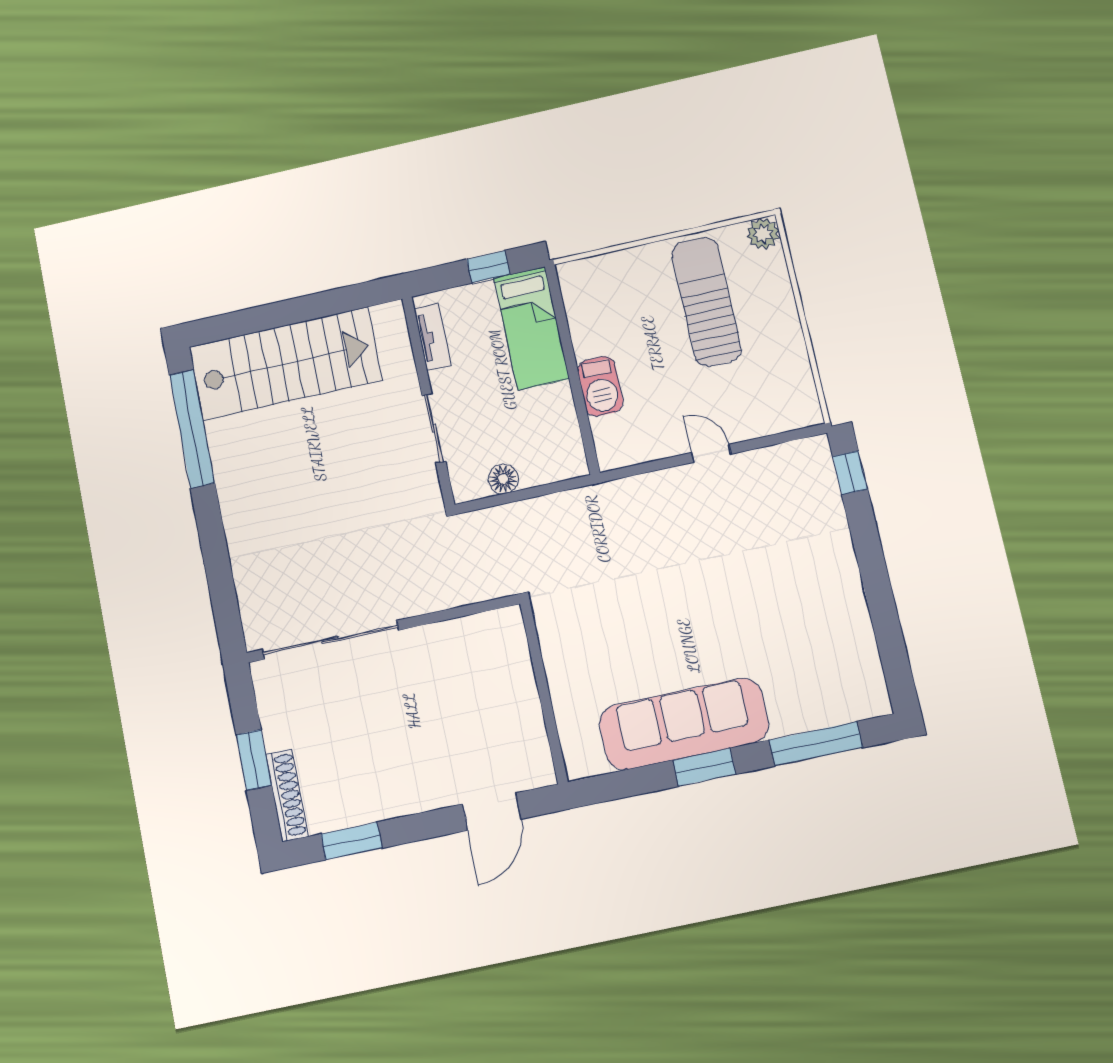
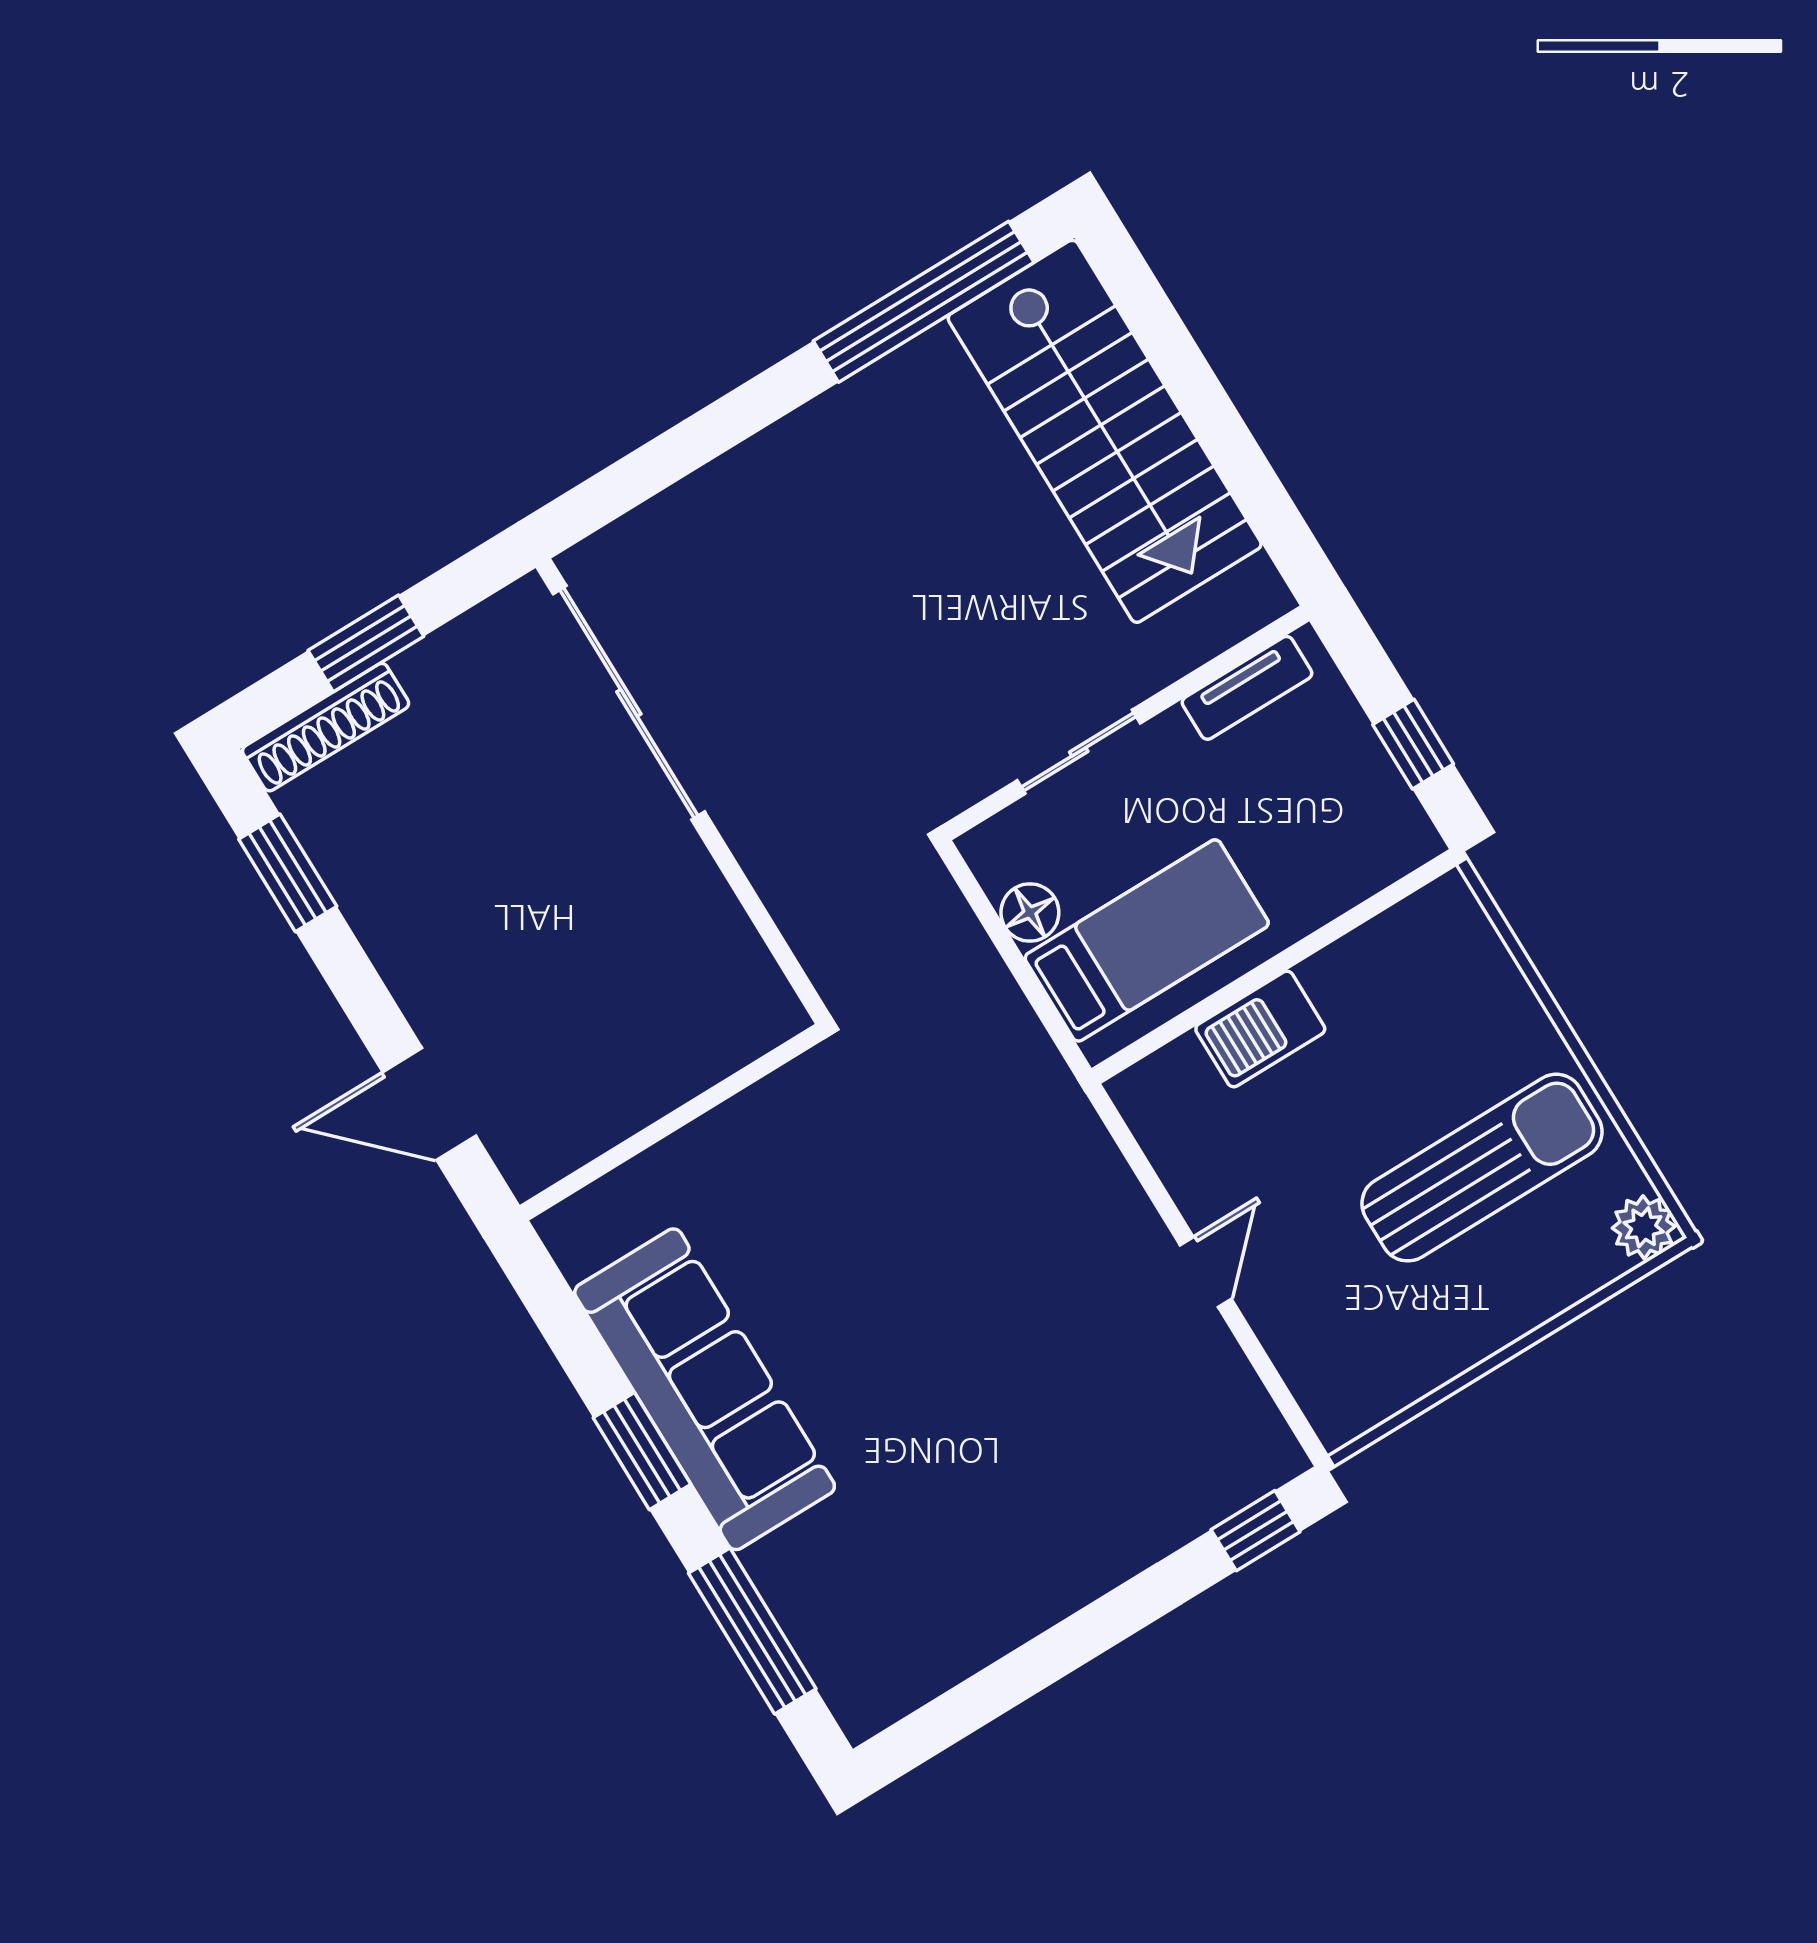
bed: (531, 328) -> (1147, 941), moved, turned 180

